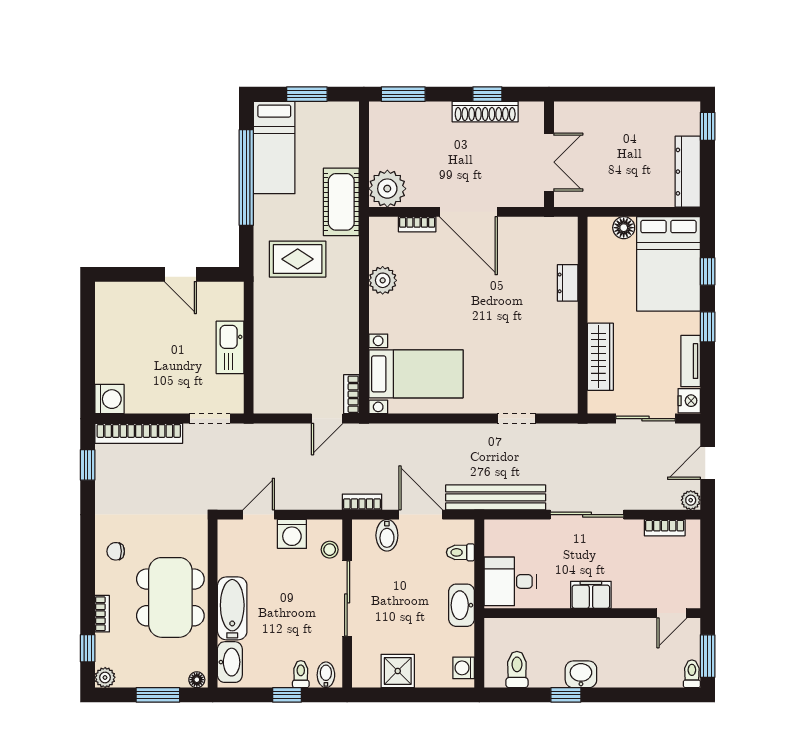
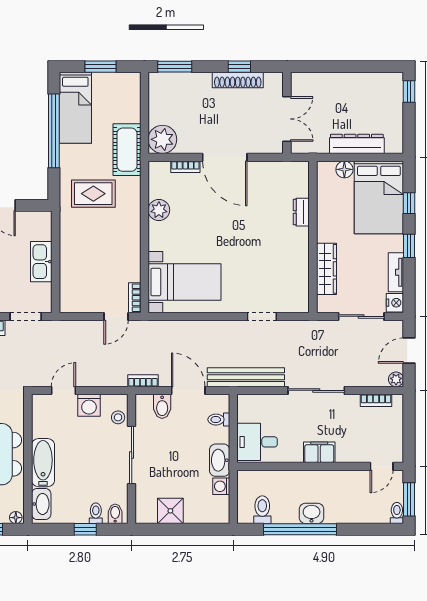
dresser: (688, 172) -> (357, 144), moved, turned 90
washing machine: (464, 668) -> (221, 486), moved
window: (566, 695) -> (300, 529), width x3.17

